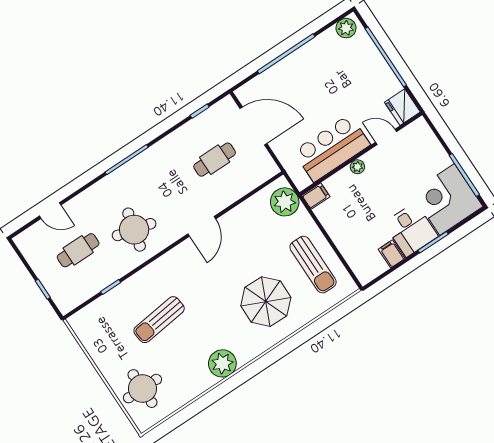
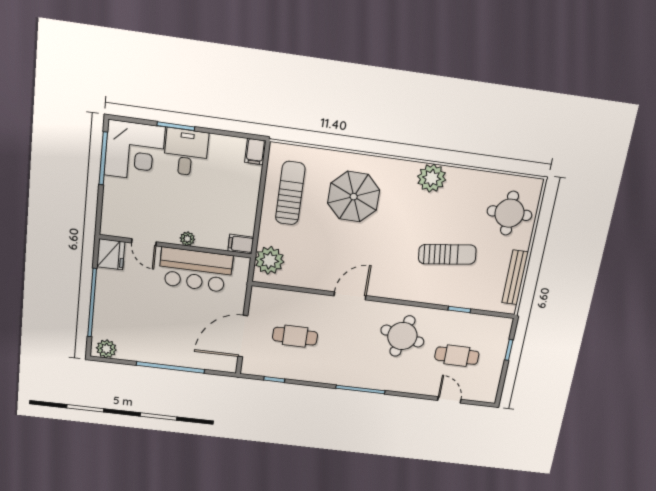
door: (253, 126) -> (243, 336), hinge flipped
filing cabinet: (392, 254) -> (255, 152), moved
bench: (92, 347) -> (515, 277), added

